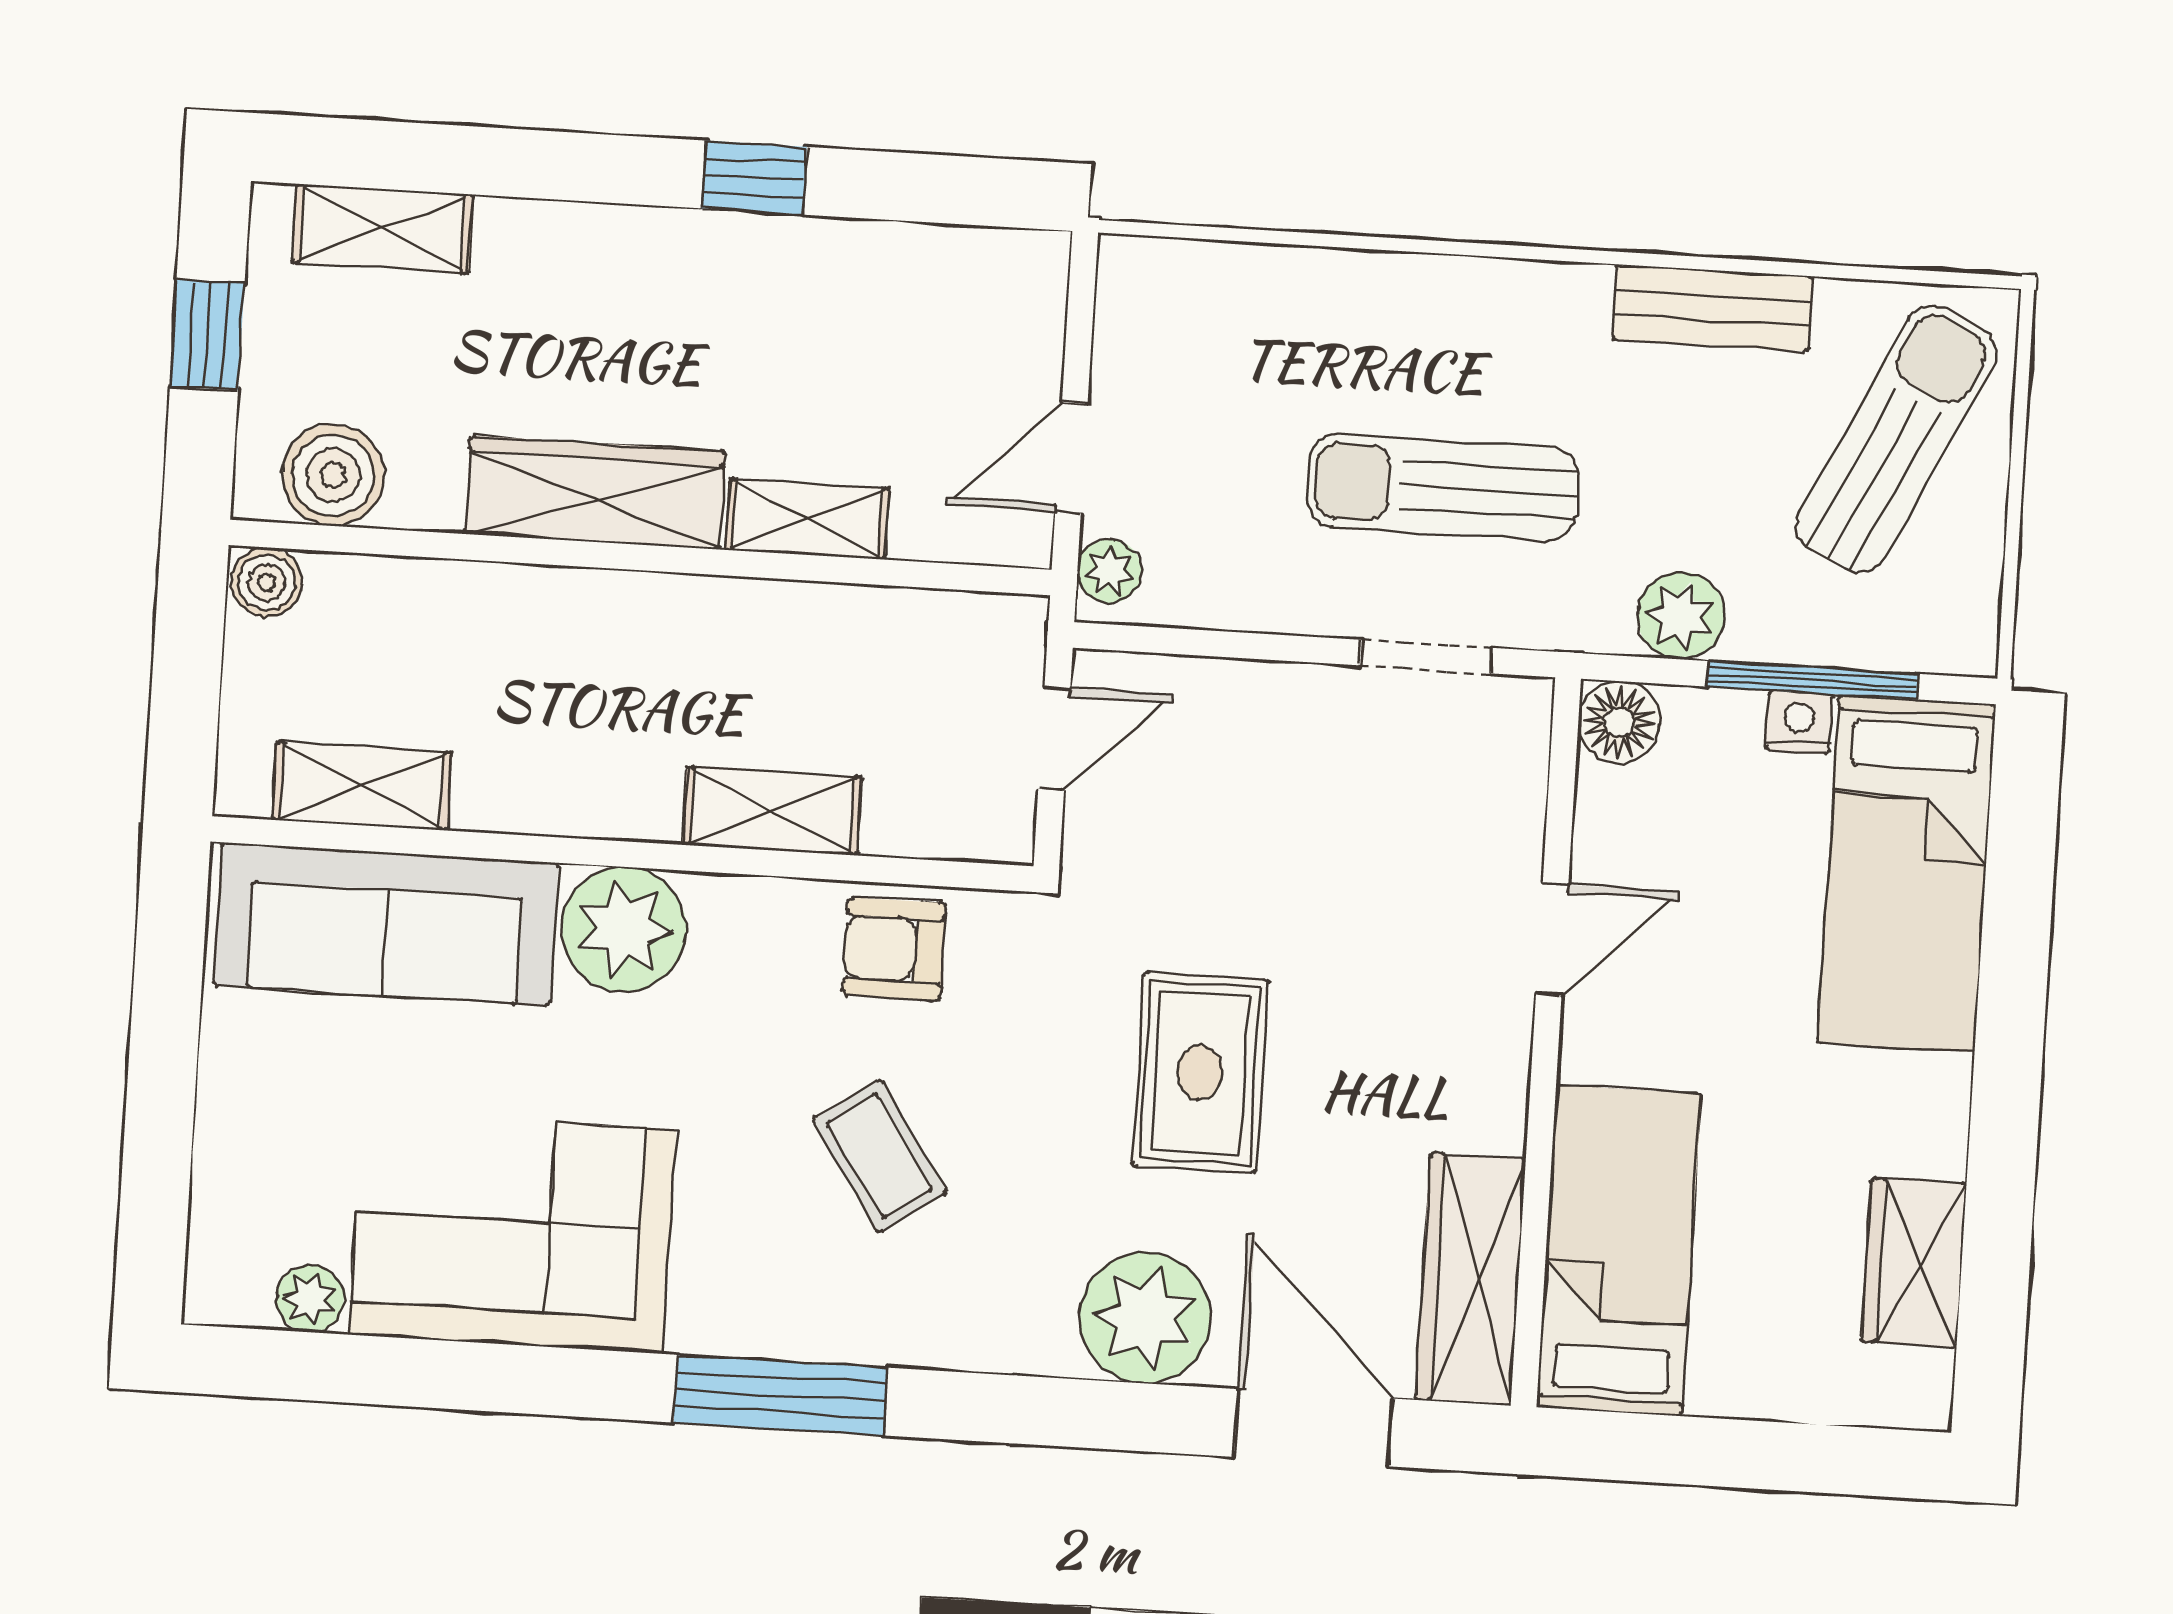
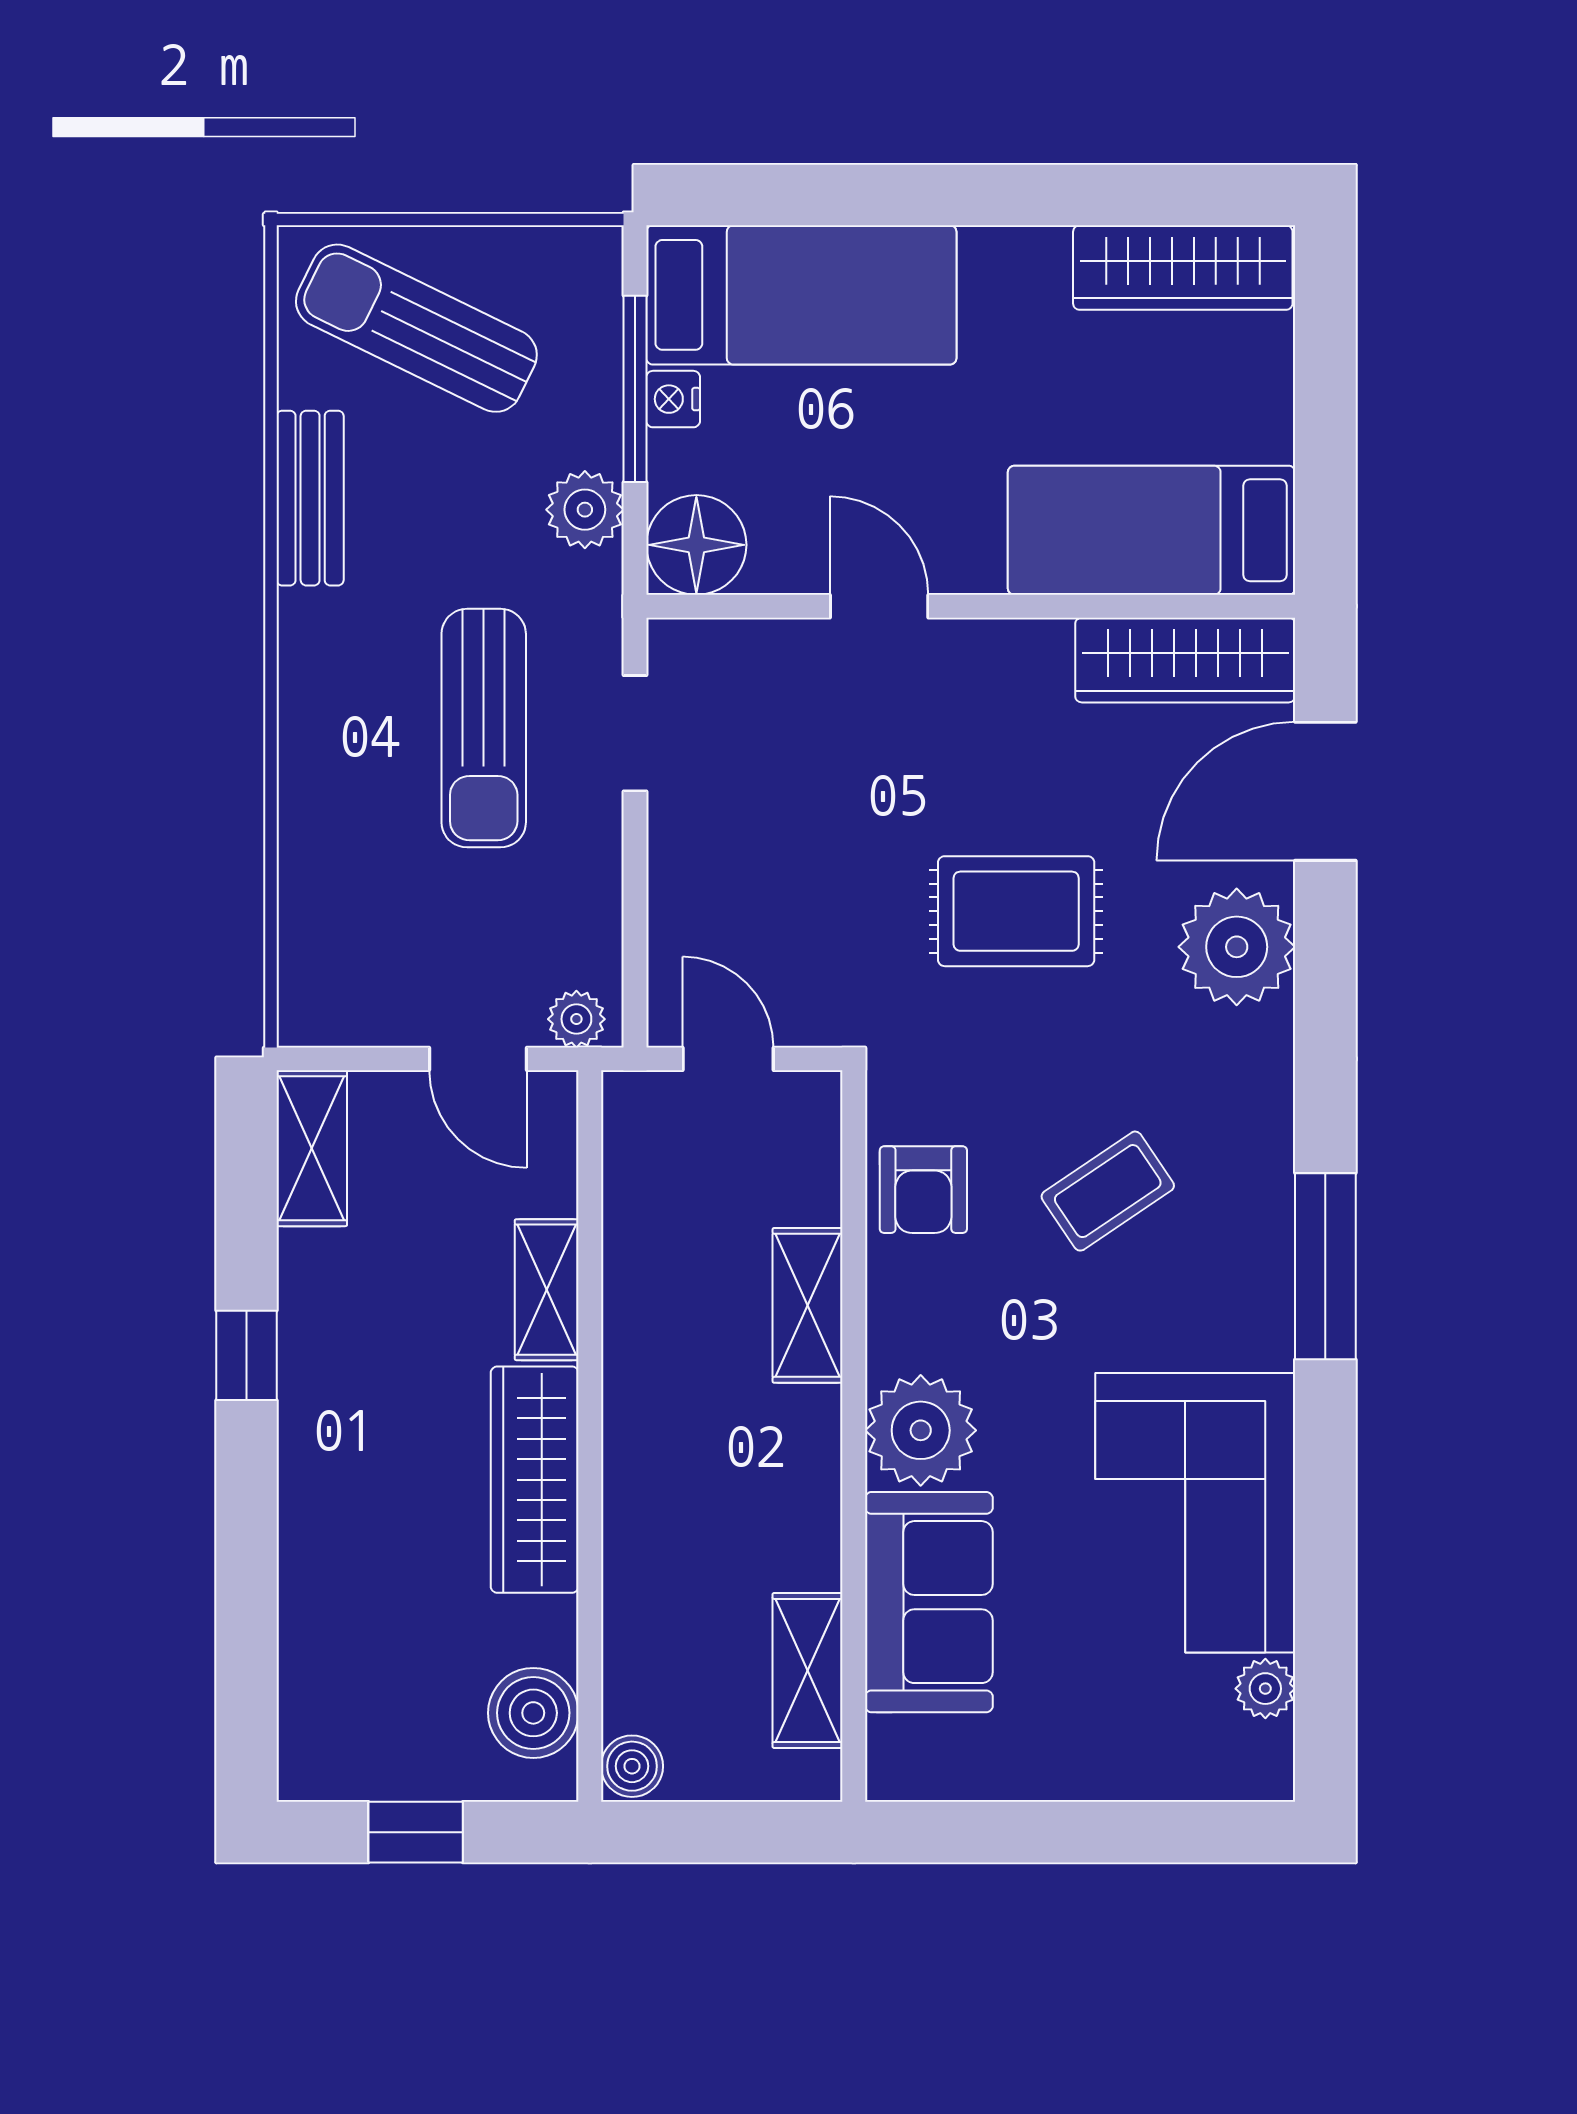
shelving: (383, 228) -> (312, 1148), moved
floor lamp: (1619, 722) -> (696, 545), width x1.38, depth x1.38
sofa: (386, 924) -> (929, 1602), width x0.73
wardrobe: (1914, 1263) -> (1183, 268), width x1.50

